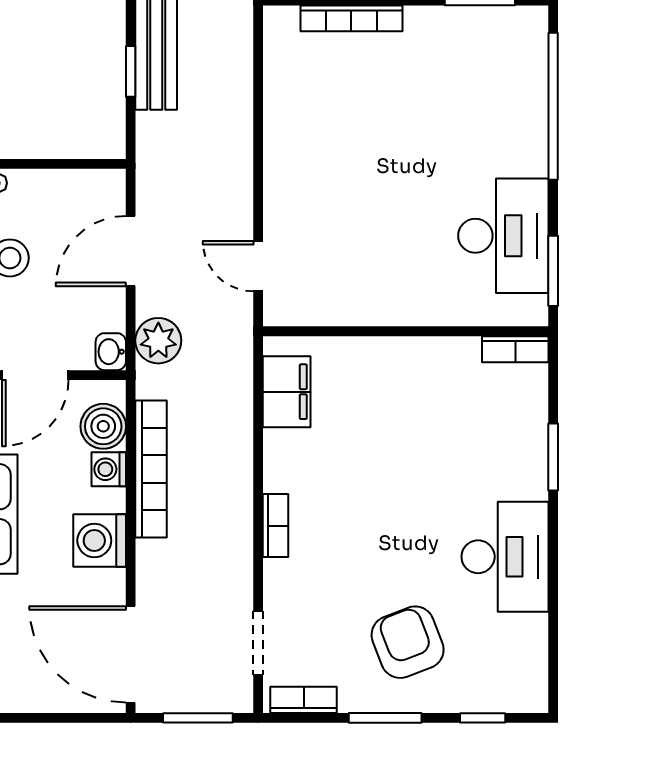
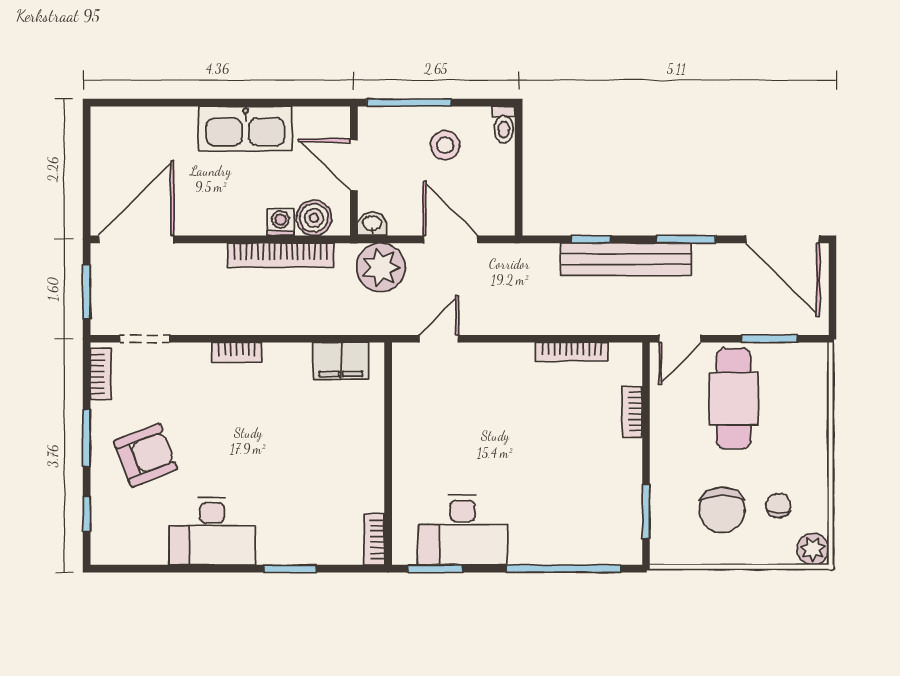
bookcase: (351, 18) -> (632, 411), width x0.64
bookcase: (275, 96) -> (572, 352), added
plant: (158, 341) -> (381, 267), width x1.36, depth x1.36
washing machine: (100, 541) -> (225, 215), removed

